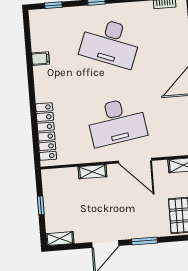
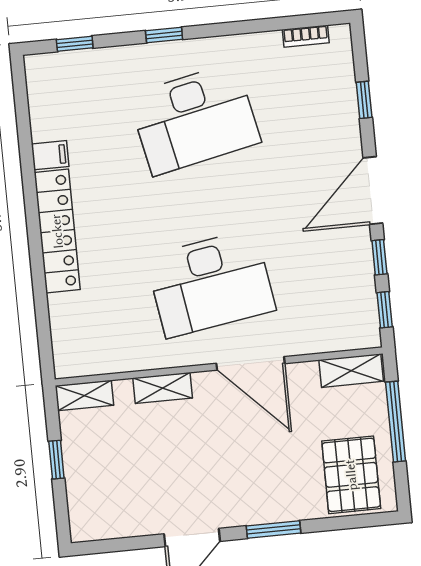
desk: (110, 42) -> (194, 119), turned -33
locker: (46, 132) -> (57, 231), moved
shelving: (60, 239) -> (84, 395), moved

